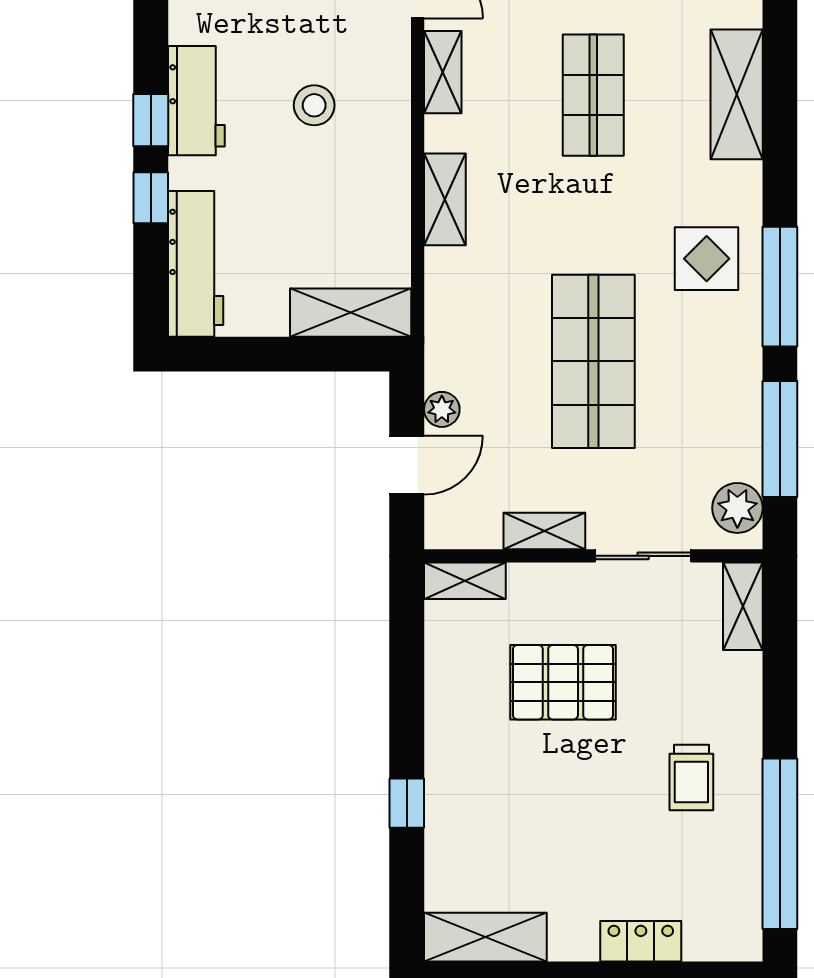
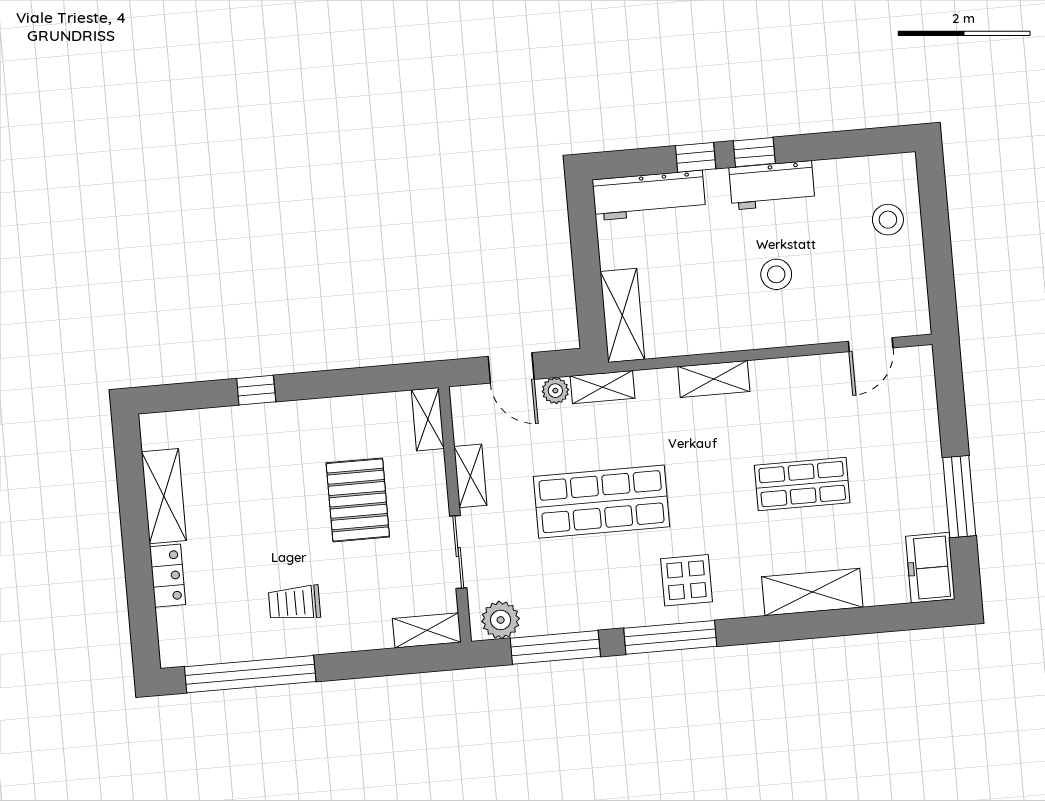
shelving: (443, 72) -> (603, 387), moved
shelving: (485, 937) -> (164, 496), moved

